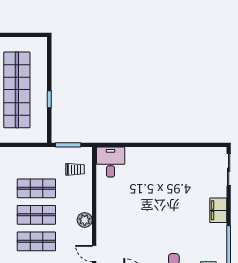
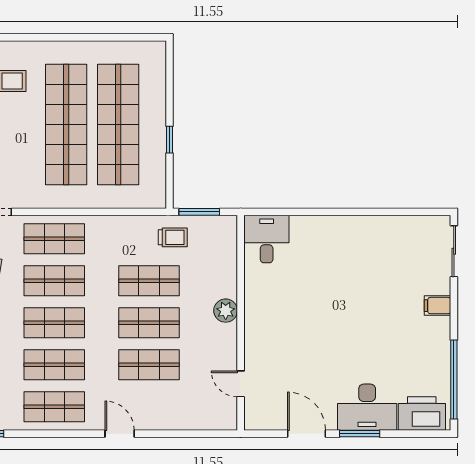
trolley: (75, 169) -> (173, 237), moved
filing cabinet: (218, 210) -> (437, 306), width x0.50
plant: (85, 220) -> (226, 311), moved

